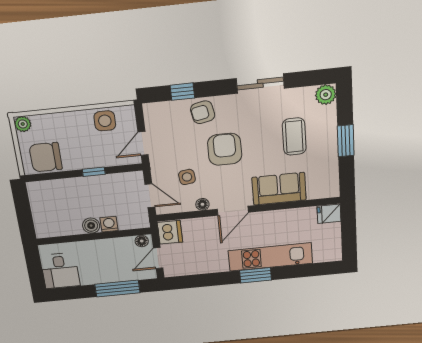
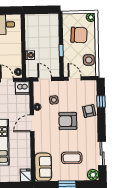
sliding door: (260, 83) -> (102, 154), moved
armchair: (225, 149) -> (68, 121), turned 180
chair: (46, 157) -> (79, 35), moved, turned 94
sofa: (279, 189) -> (43, 167), moved
door: (150, 196) -> (45, 79), swing flipped
door: (233, 211) -> (32, 123), hinge flipped
boiler: (91, 226) -> (30, 45), removed

